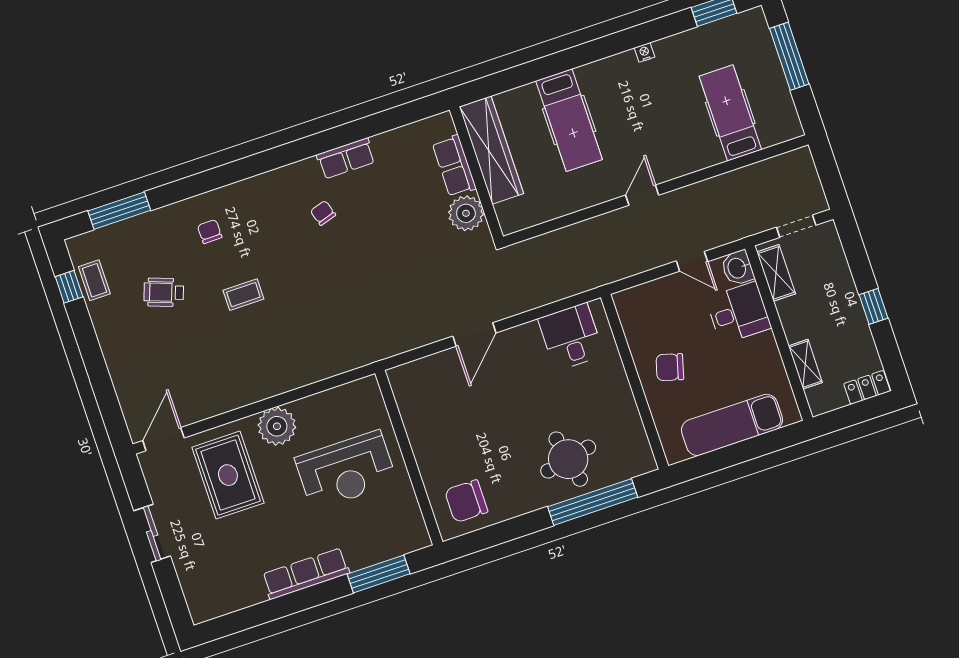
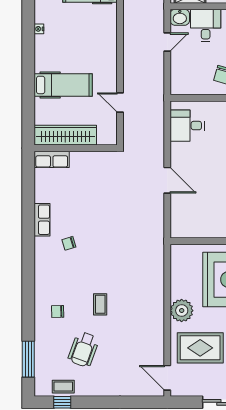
row of seats: (454, 166) -> (52, 159), moved
door: (642, 195) -> (120, 102), moved
plant: (466, 213) -> (96, 162), removed
wheelchair: (164, 292) -> (84, 349), width x1.36, depth x1.37

